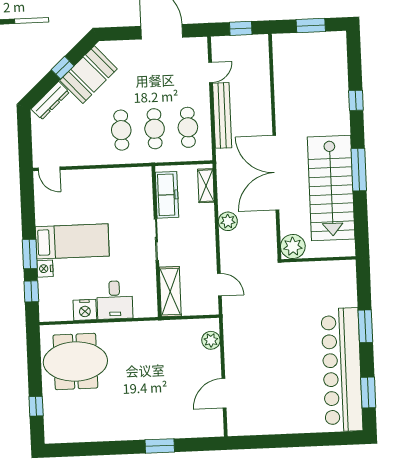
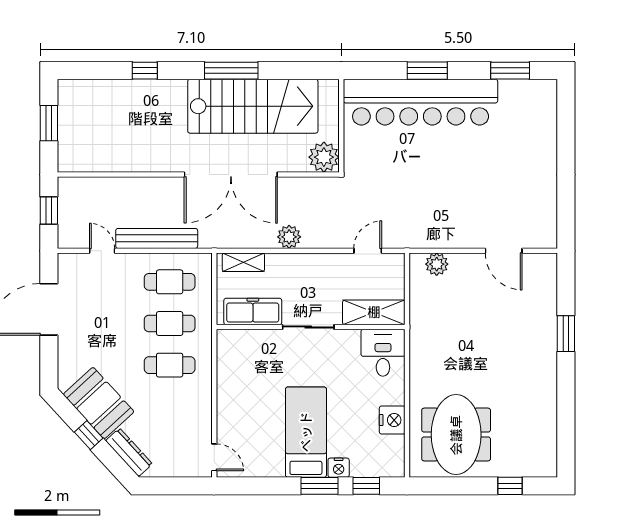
door: (49, 169) -> (214, 457), hinge flipped
desk: (115, 300) -> (383, 353), moved, turned -90
bar counter: (342, 370) -> (421, 102), moved

